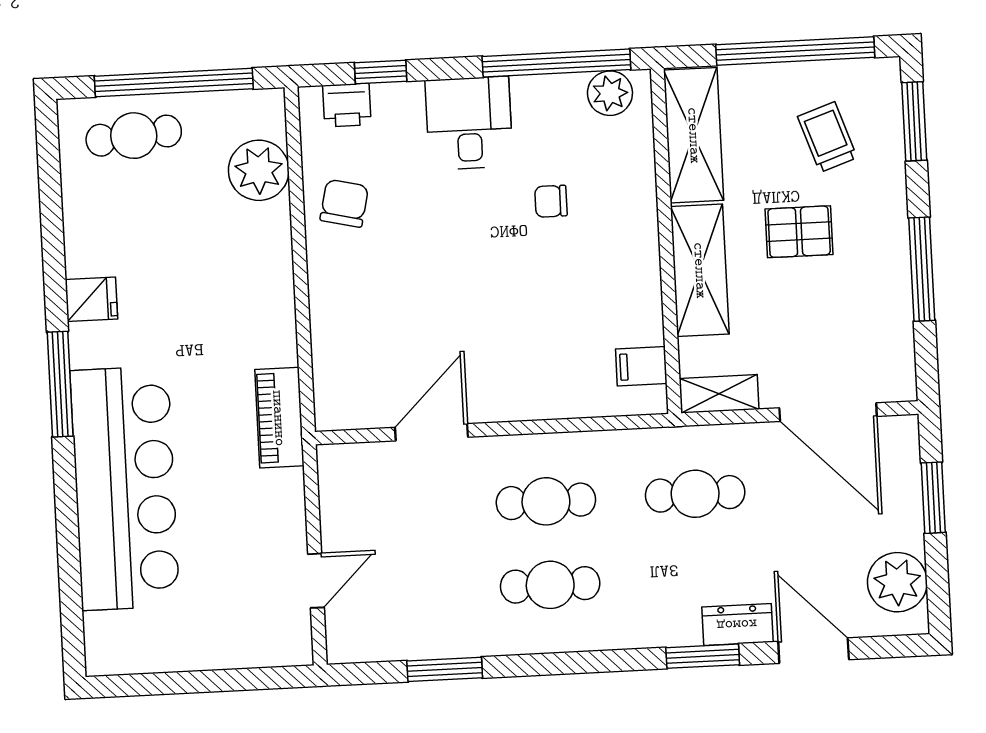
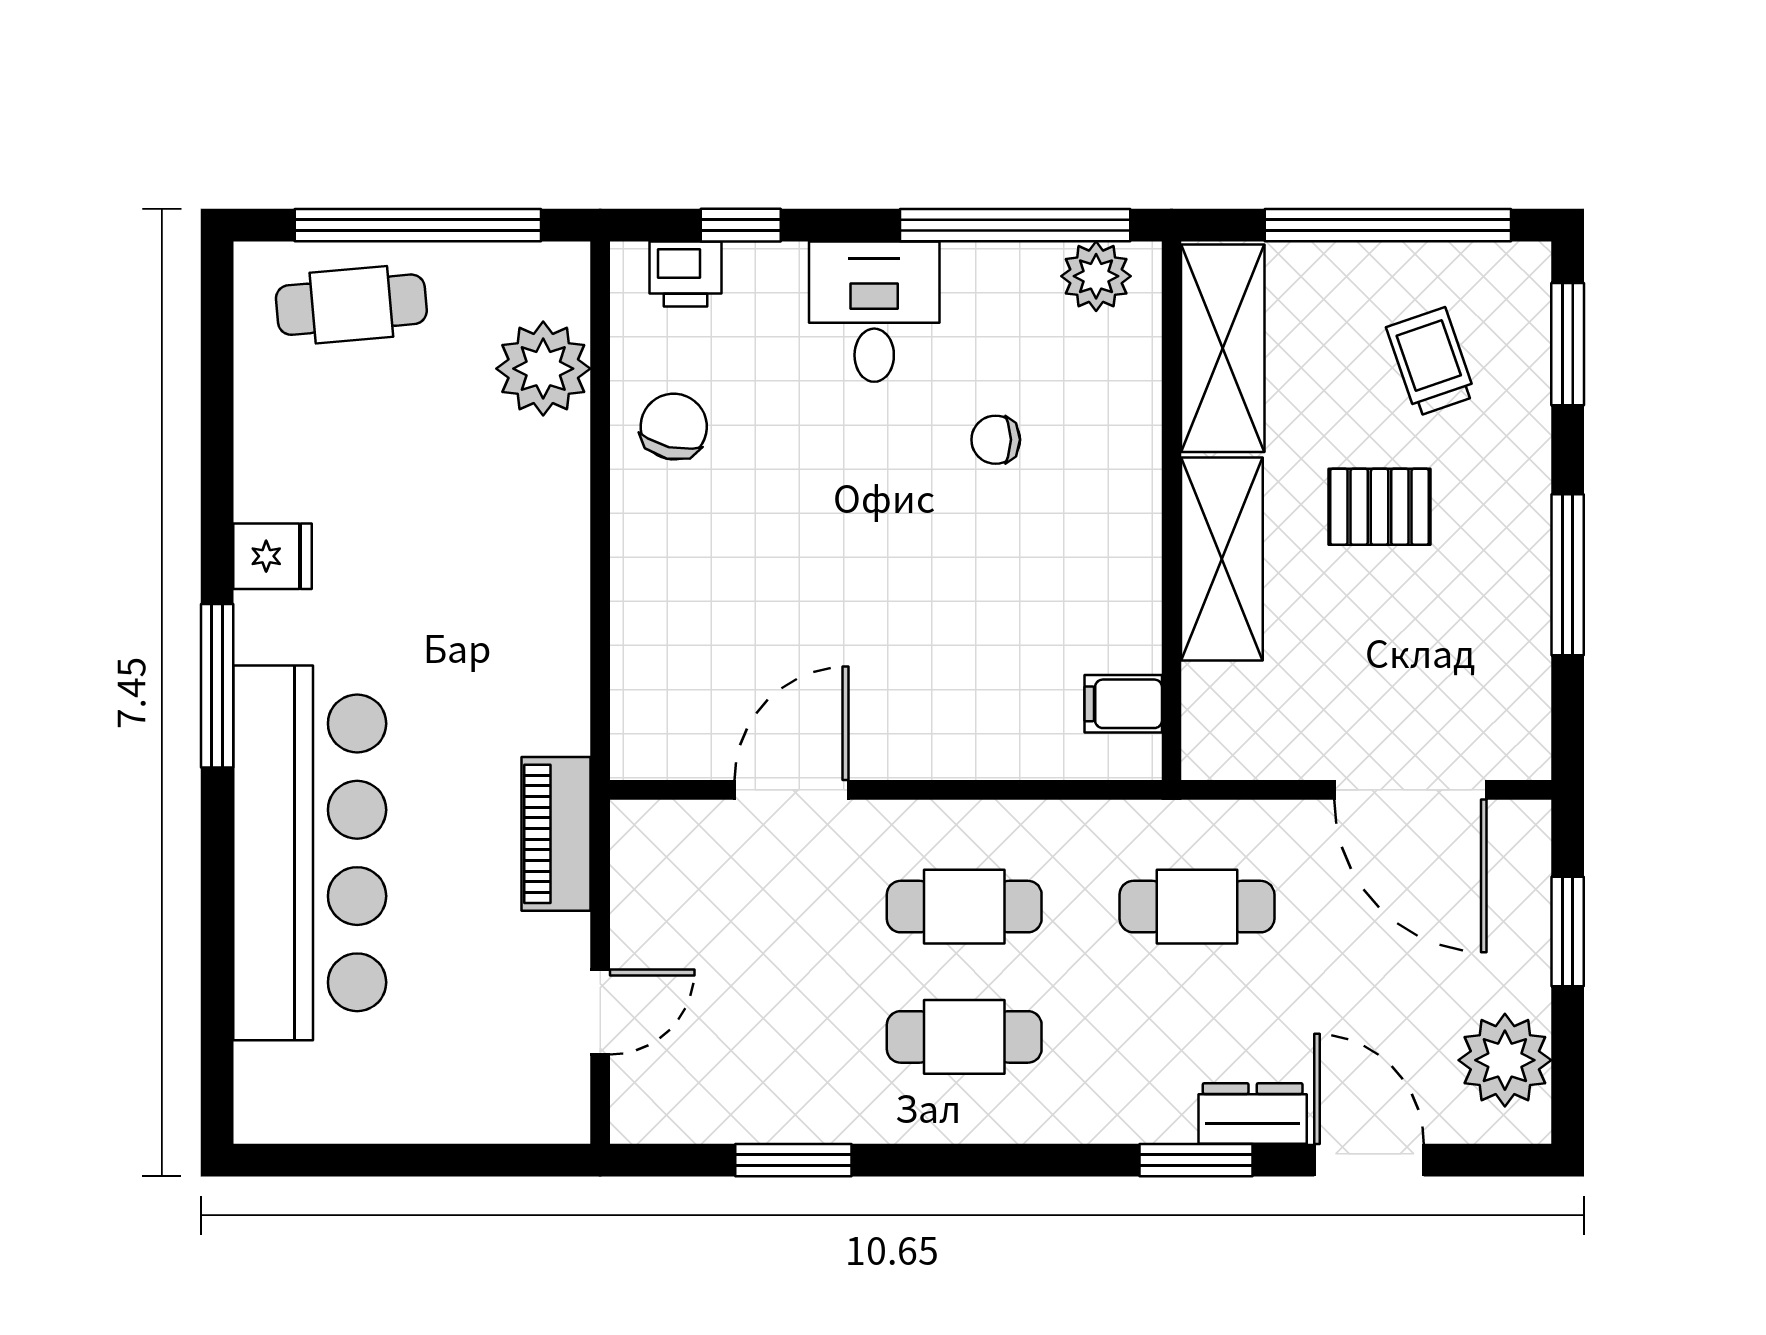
shelving: (719, 394) -> (1242, 753), removed
piano: (279, 418) -> (556, 834), moved

